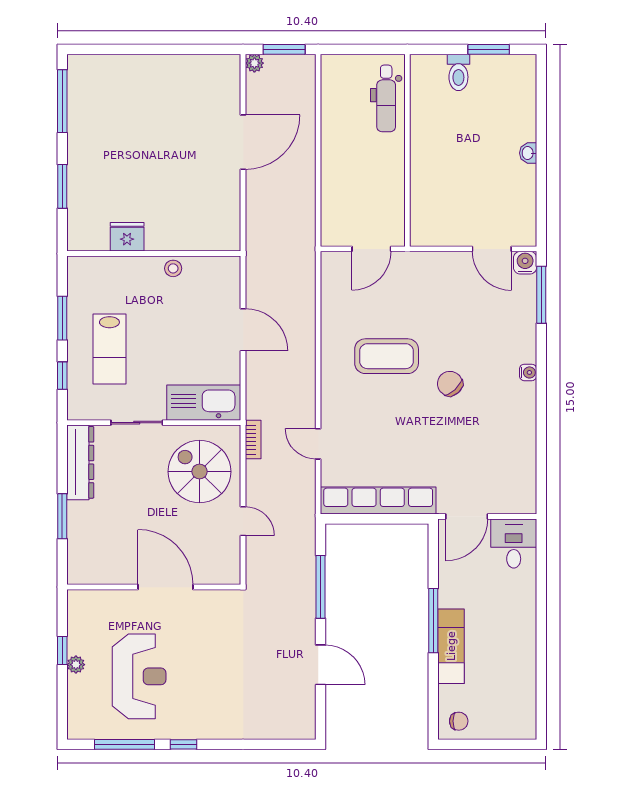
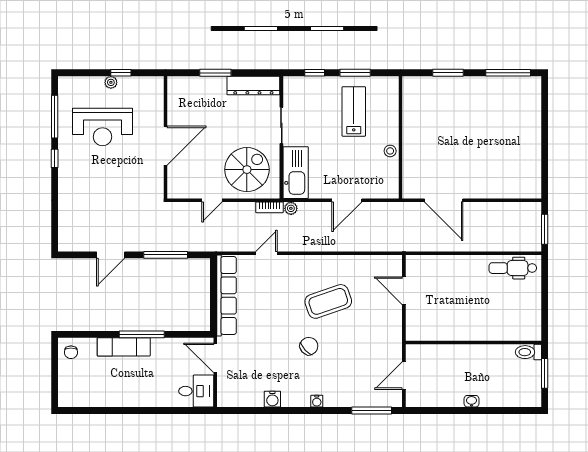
plant: (254, 63) -> (291, 208), moved
dental chair: (386, 98) -> (513, 268), moved
door: (243, 142) -> (444, 200), moved
wall: (407, 150) -> (473, 343), moved
fridge: (127, 237) -> (412, 118), removed
water cooler: (525, 263) -> (272, 399), moved, turned 90
lab bench: (109, 349) -> (354, 111), moved, turned 90
coffee table: (387, 356) -> (328, 301), turned 71

